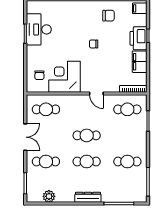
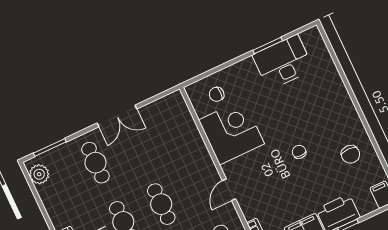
cafe table: (46, 109) -> (171, 127), removed
plant: (49, 196) -> (39, 174), moved

